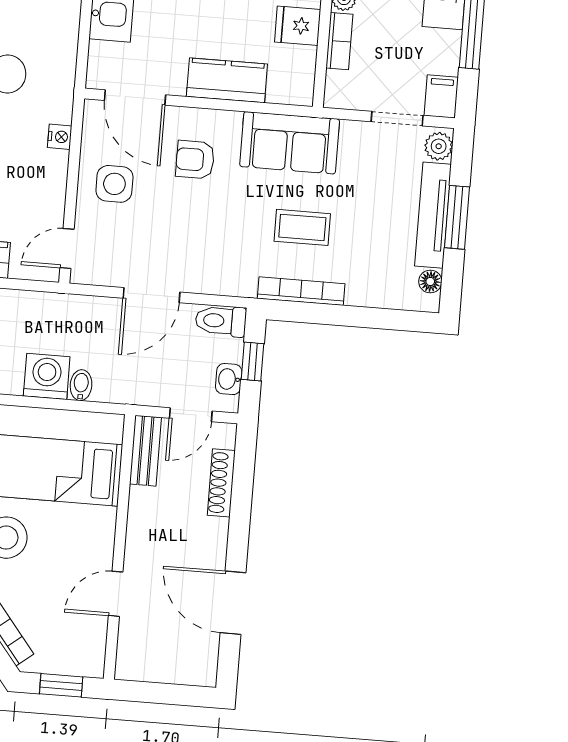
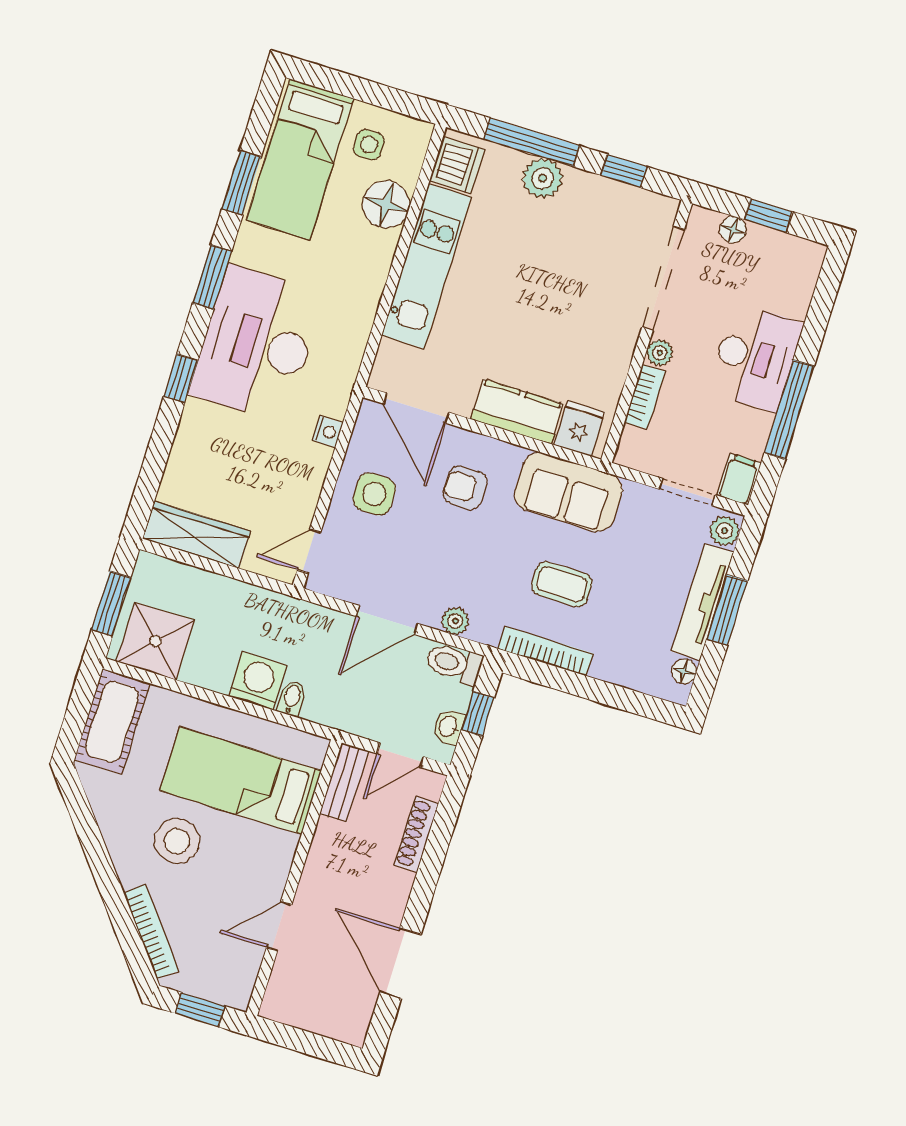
fridge: (298, 26) -> (579, 428), moved, turned 90
plant: (213, 282) -> (455, 621), added

